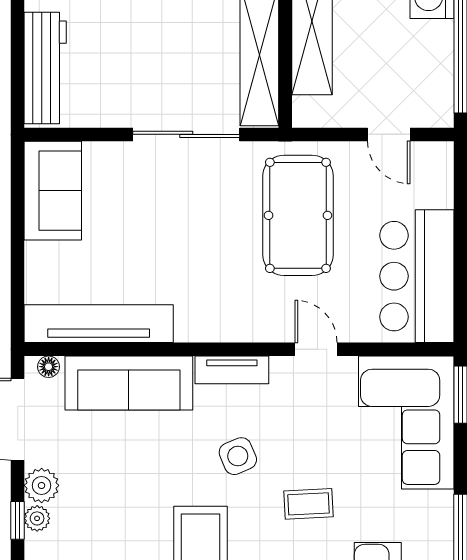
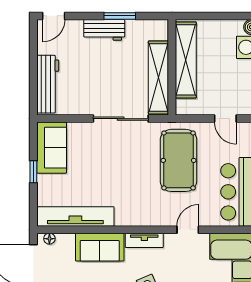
window: (18, 237) -> (33, 172), added
door: (316, 349) -> (188, 230), hinge flipped
sofa: (129, 383) -> (100, 247), width x0.73

